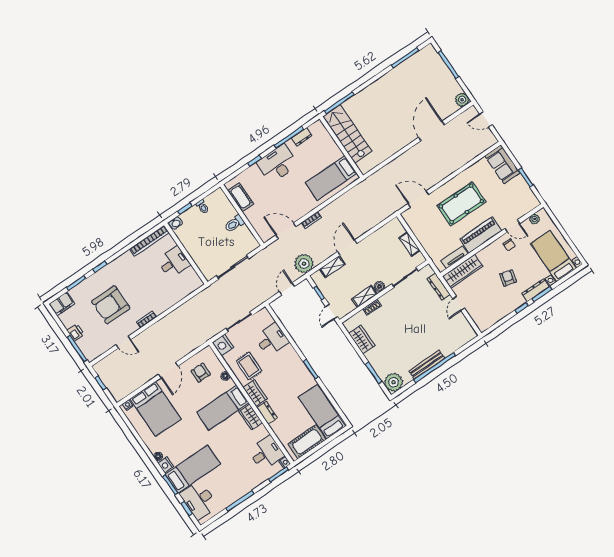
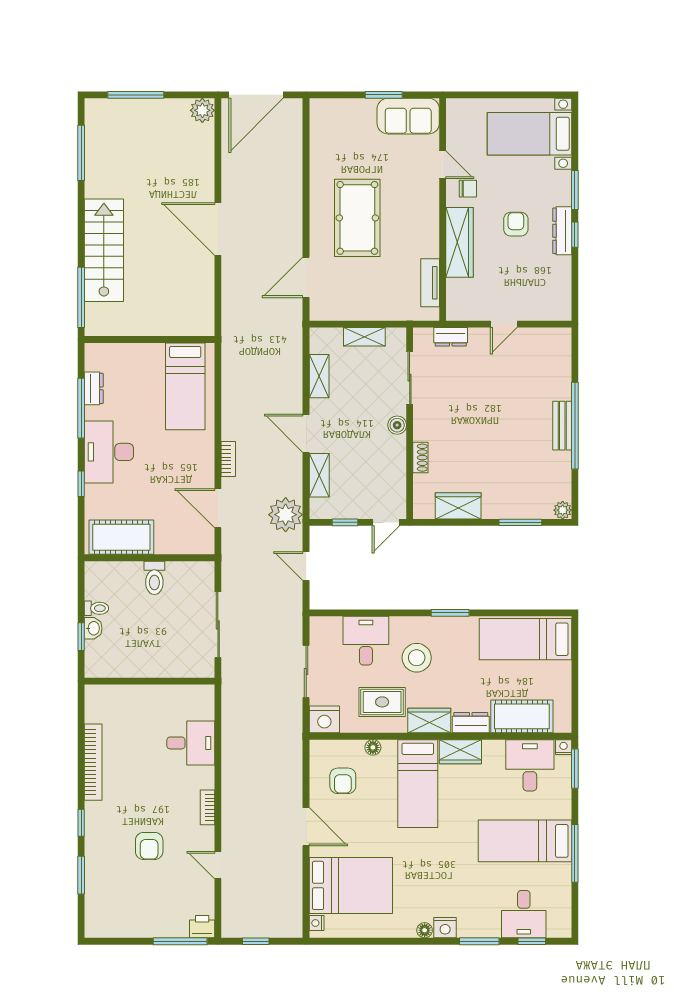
door: (486, 119) -> (256, 95), width x1.87
door: (432, 131) -> (218, 229), moved
stairs: (347, 134) -> (104, 250), moved, turned 90
sofa: (502, 164) -> (408, 116), moved
cot: (241, 197) -> (121, 537), width x1.37, depth x1.34
plant: (535, 219) -> (455, 124), removed
washbasin: (176, 223) -> (93, 628), moved
door: (512, 226) -> (443, 165), hinge flipped
door: (286, 231) -> (218, 508), hinge flipped
piano: (481, 235) -> (424, 221), removed
bookcase: (149, 241) -> (93, 762), moved
desk: (174, 262) -> (191, 743), moved, turned 90
wardrobe: (463, 271) -> (460, 242), moved
armchair: (508, 278) -> (516, 224), turned 75
dresser: (439, 287) -> (451, 337), width x0.70
dresser: (536, 290) -> (562, 231), moved
shelving: (364, 296) -> (319, 376), moved
filing cabinet: (62, 304) -> (98, 918), removed
door: (459, 304) -> (504, 324), hinge flipped
armchair: (111, 305) -> (149, 846), width x0.53, depth x0.53
door: (332, 312) -> (386, 522), hinge flipped
printer: (76, 332) -> (202, 927), moved
door: (123, 342) -> (218, 865), swing flipped
bench: (427, 365) -> (562, 426), width x0.73
stool: (280, 368) -> (417, 658), added
armchair: (201, 373) -> (343, 781), turned -90
plant: (393, 382) -> (563, 510), width x0.53, depth x0.53
cot: (307, 442) -> (522, 716), moved, turned 90
bed: (193, 469) -> (525, 841), moved, turned -90
desk: (199, 500) -> (524, 914), width x0.73

